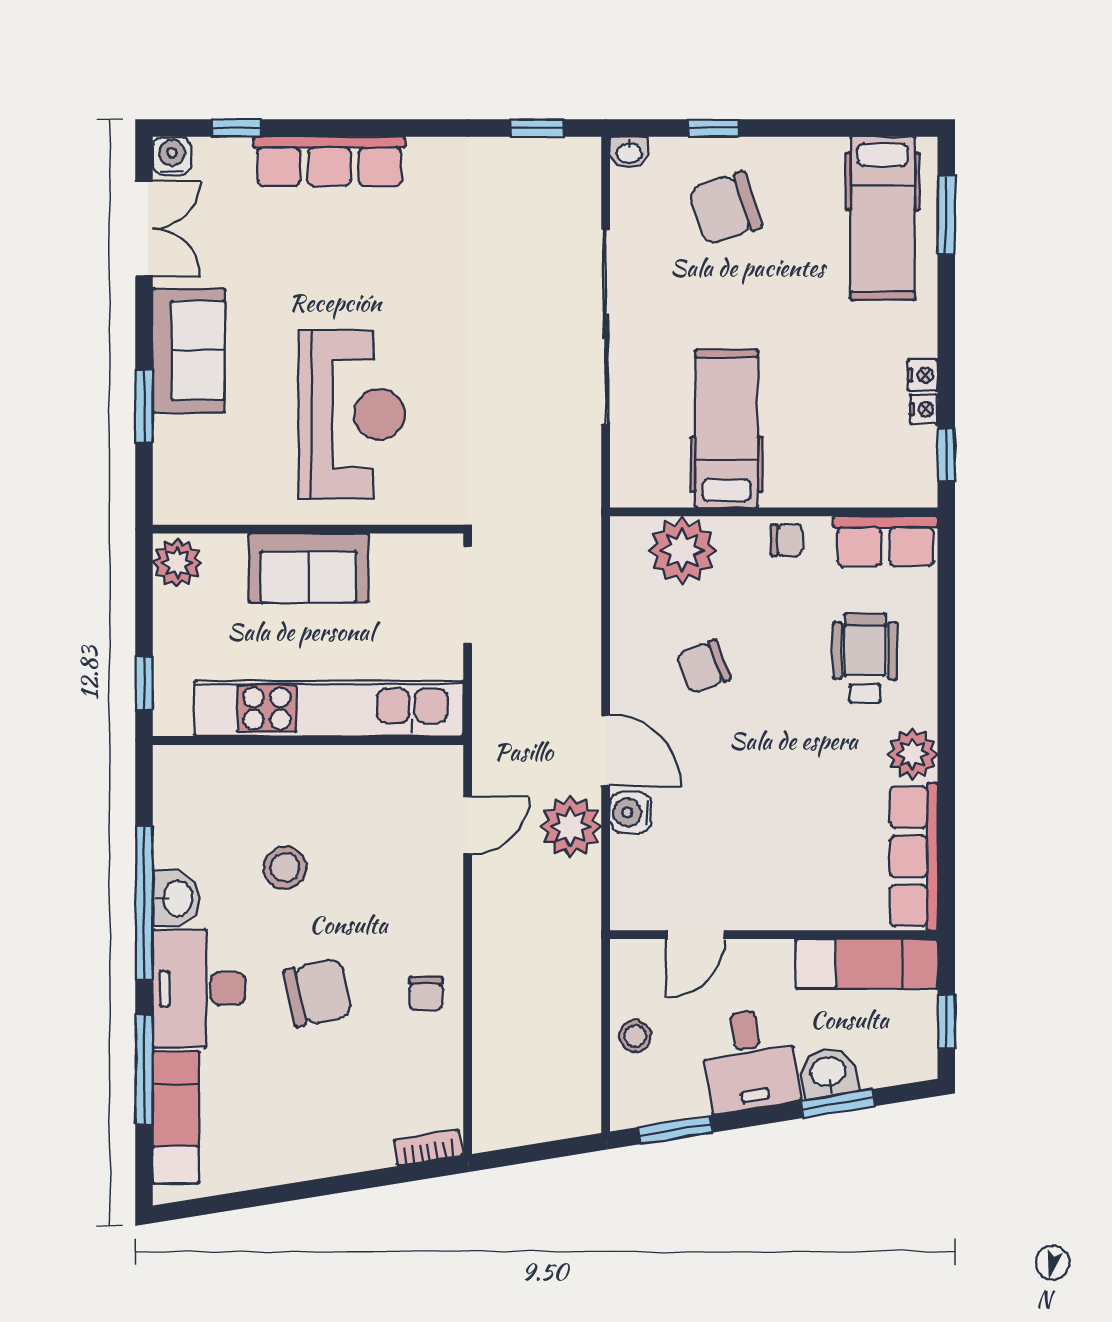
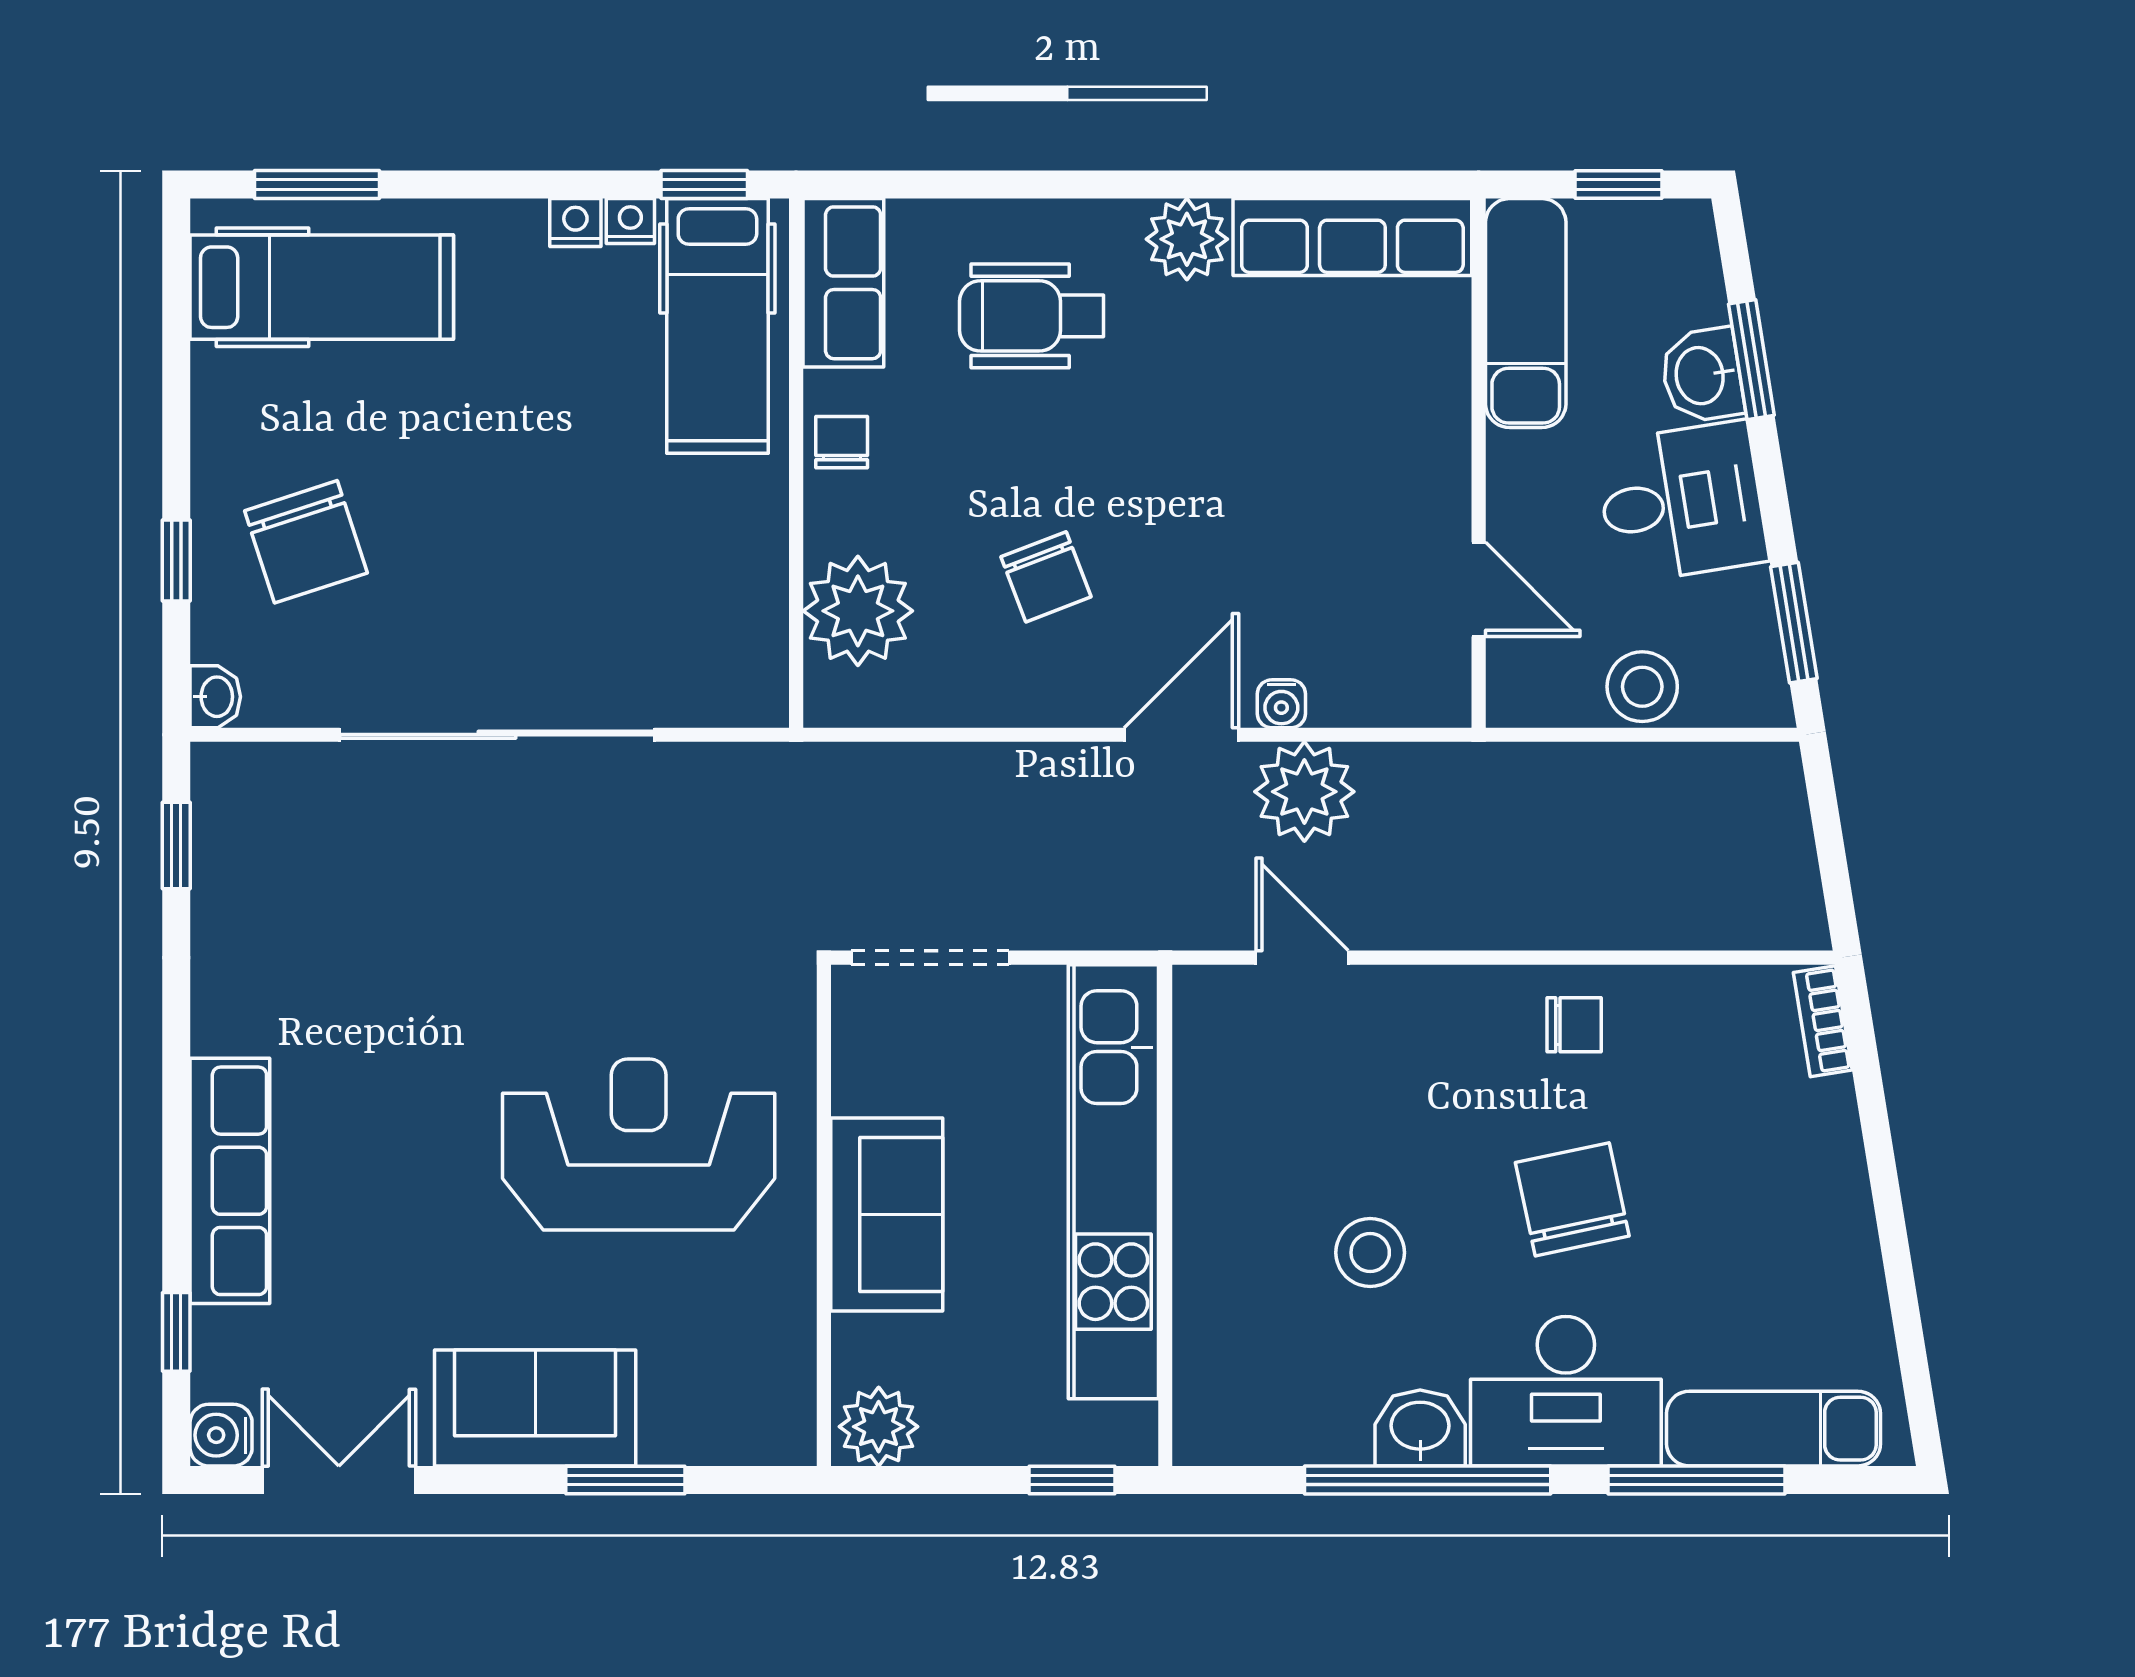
hospital bed: (727, 429) -> (717, 326), moved, turned -90
water cooler: (630, 812) -> (1281, 704), width x0.72, depth x0.72
stool: (635, 1036) -> (1642, 687), width x1.37, depth x1.37

